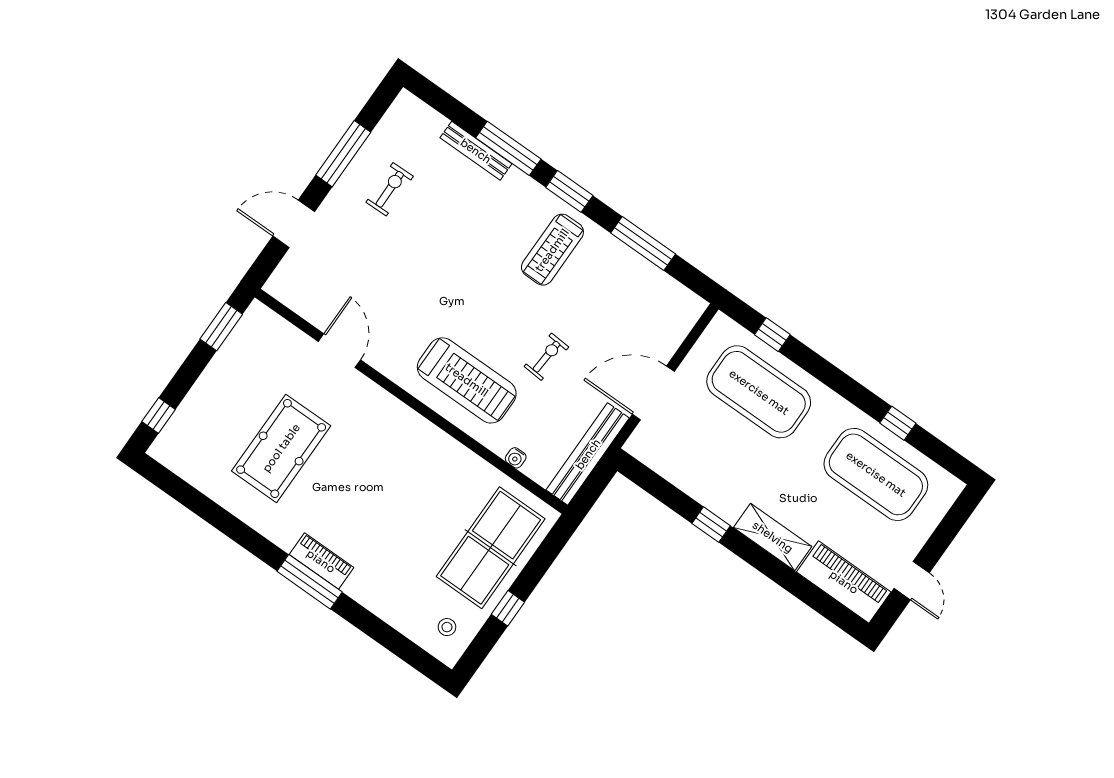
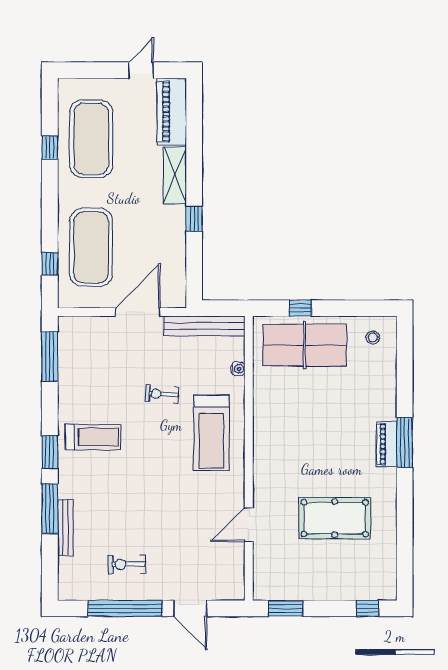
window: (343, 154) -> (125, 608), width x1.46
window: (643, 243) -> (50, 356), moved
treadmill: (467, 380) -> (212, 433), turned 180
door: (653, 393) -> (138, 312), swing flipped
window: (508, 608) -> (300, 308), moved

